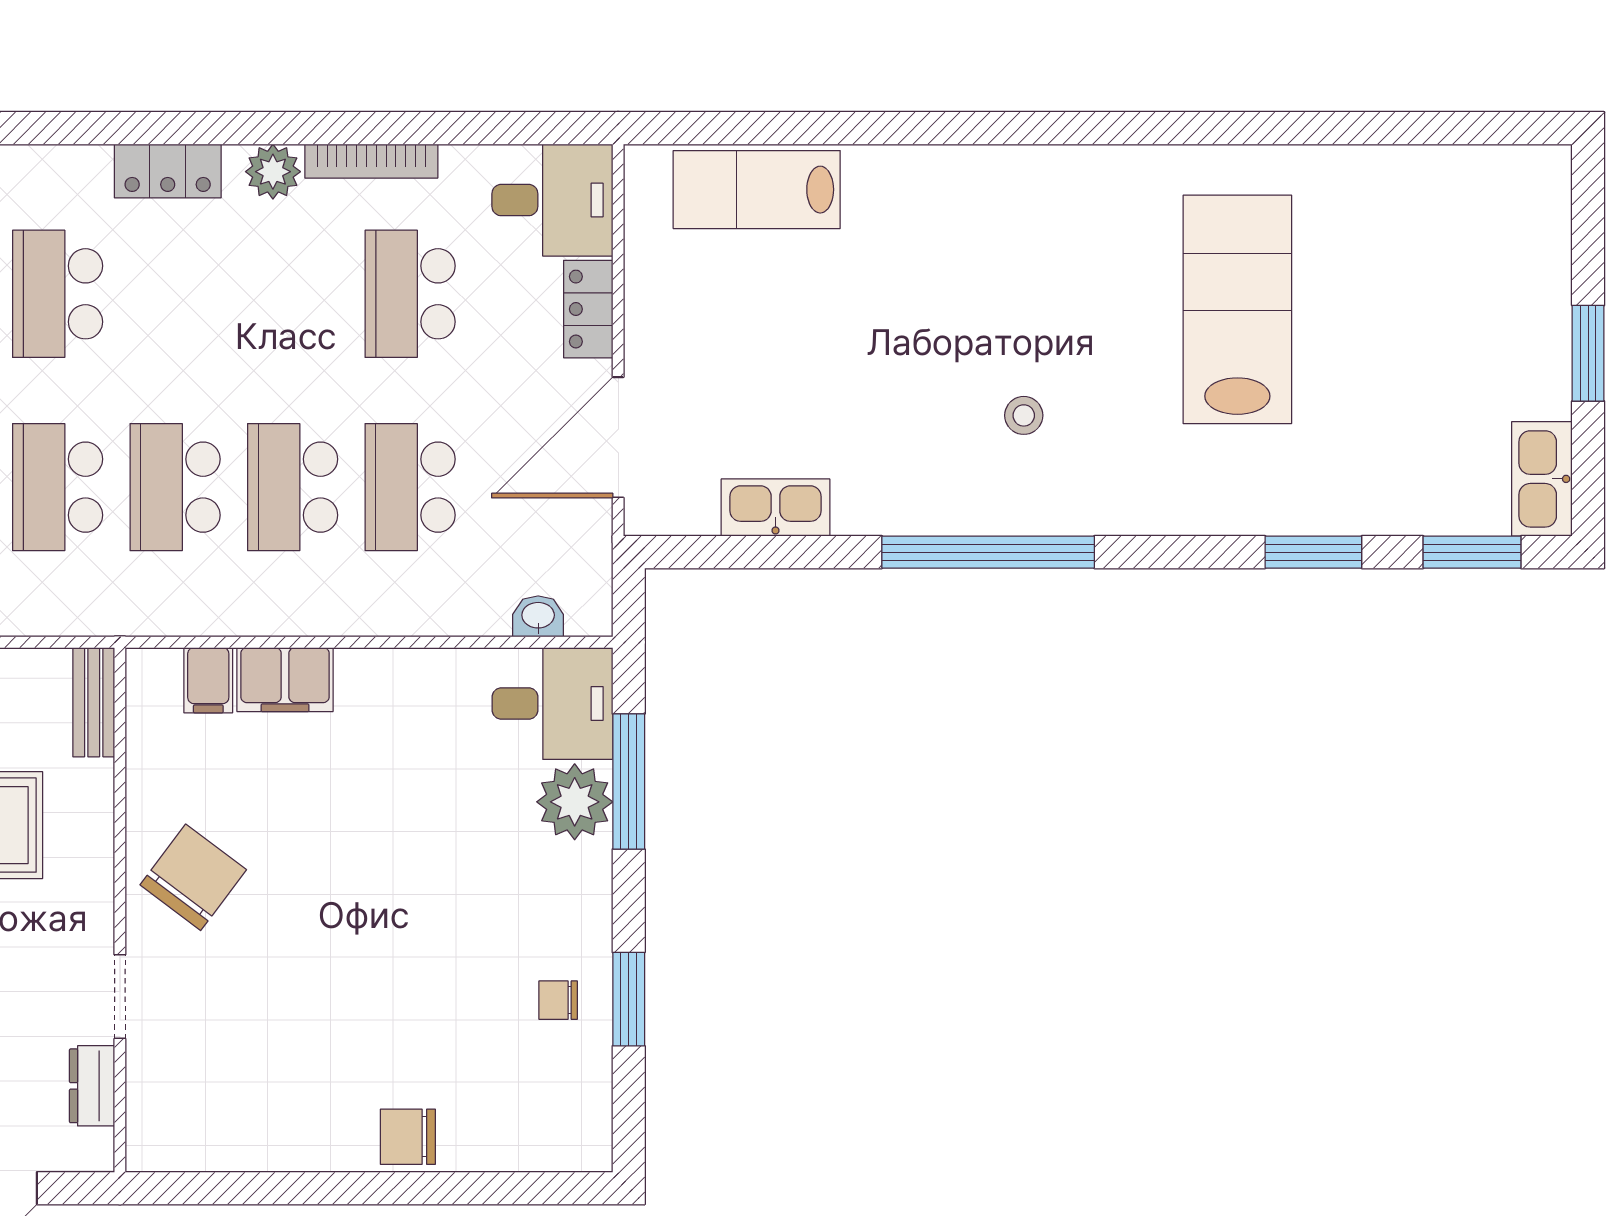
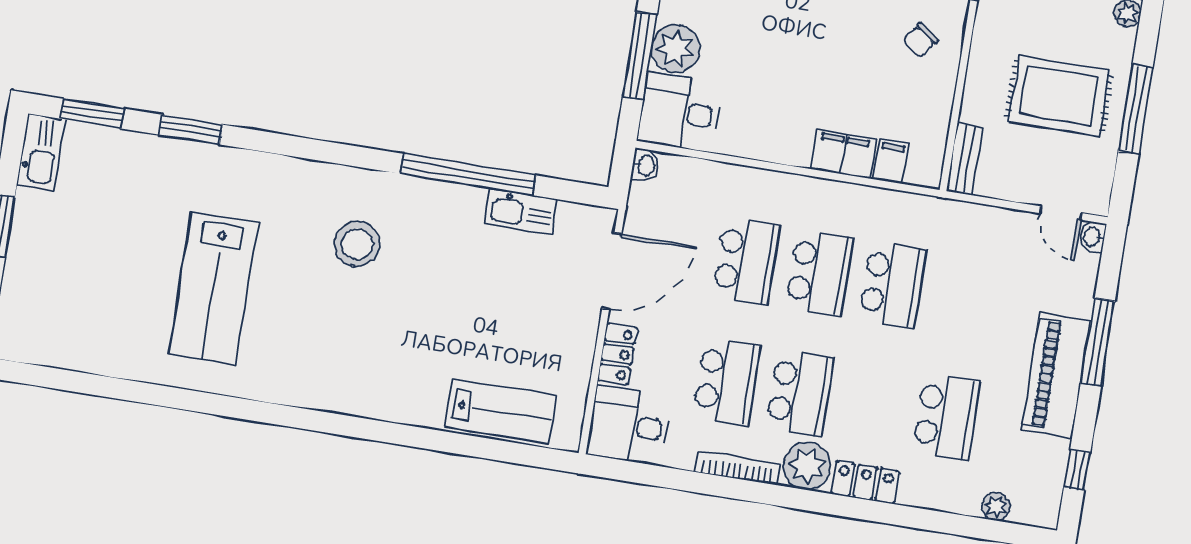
plant: (273, 172) -> (807, 466), width x1.36, depth x1.36
stool: (1024, 415) -> (357, 244), width x1.89, depth x1.89
school desk: (58, 487) -> (800, 393), moved
window: (988, 552) -> (468, 175), moved
washbasin: (538, 616) -> (645, 165), moved, turned -90
chair: (193, 877) -> (920, 40), width x0.54, depth x0.54

